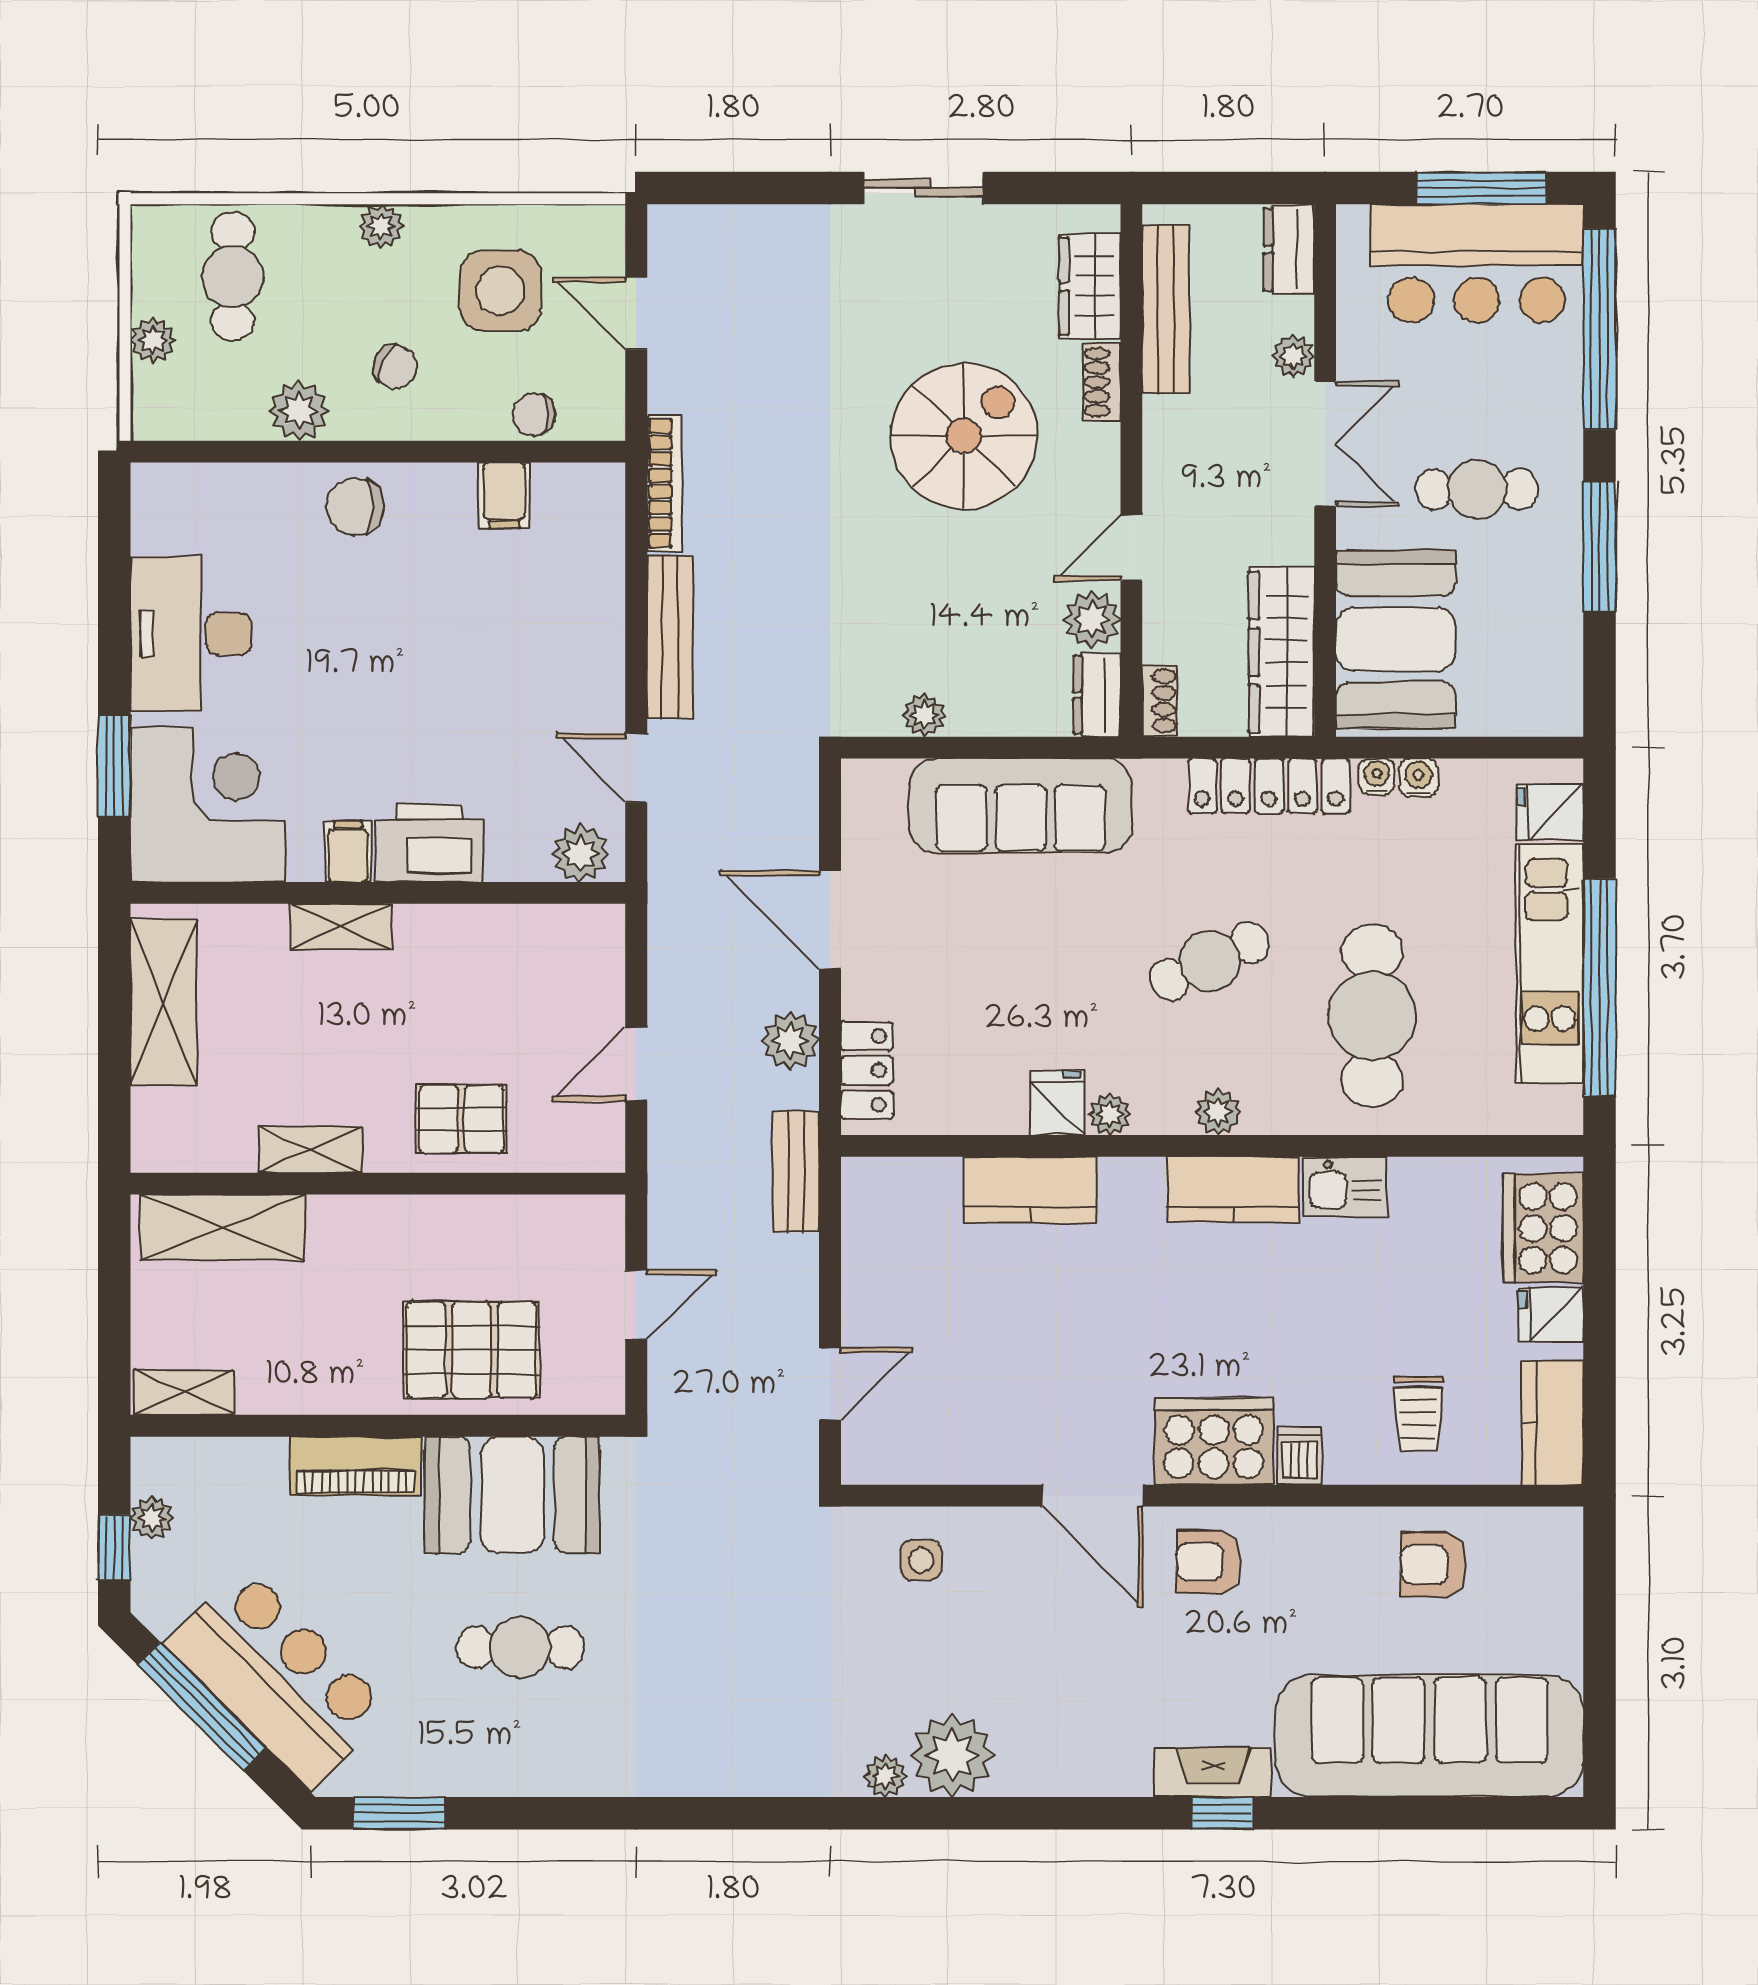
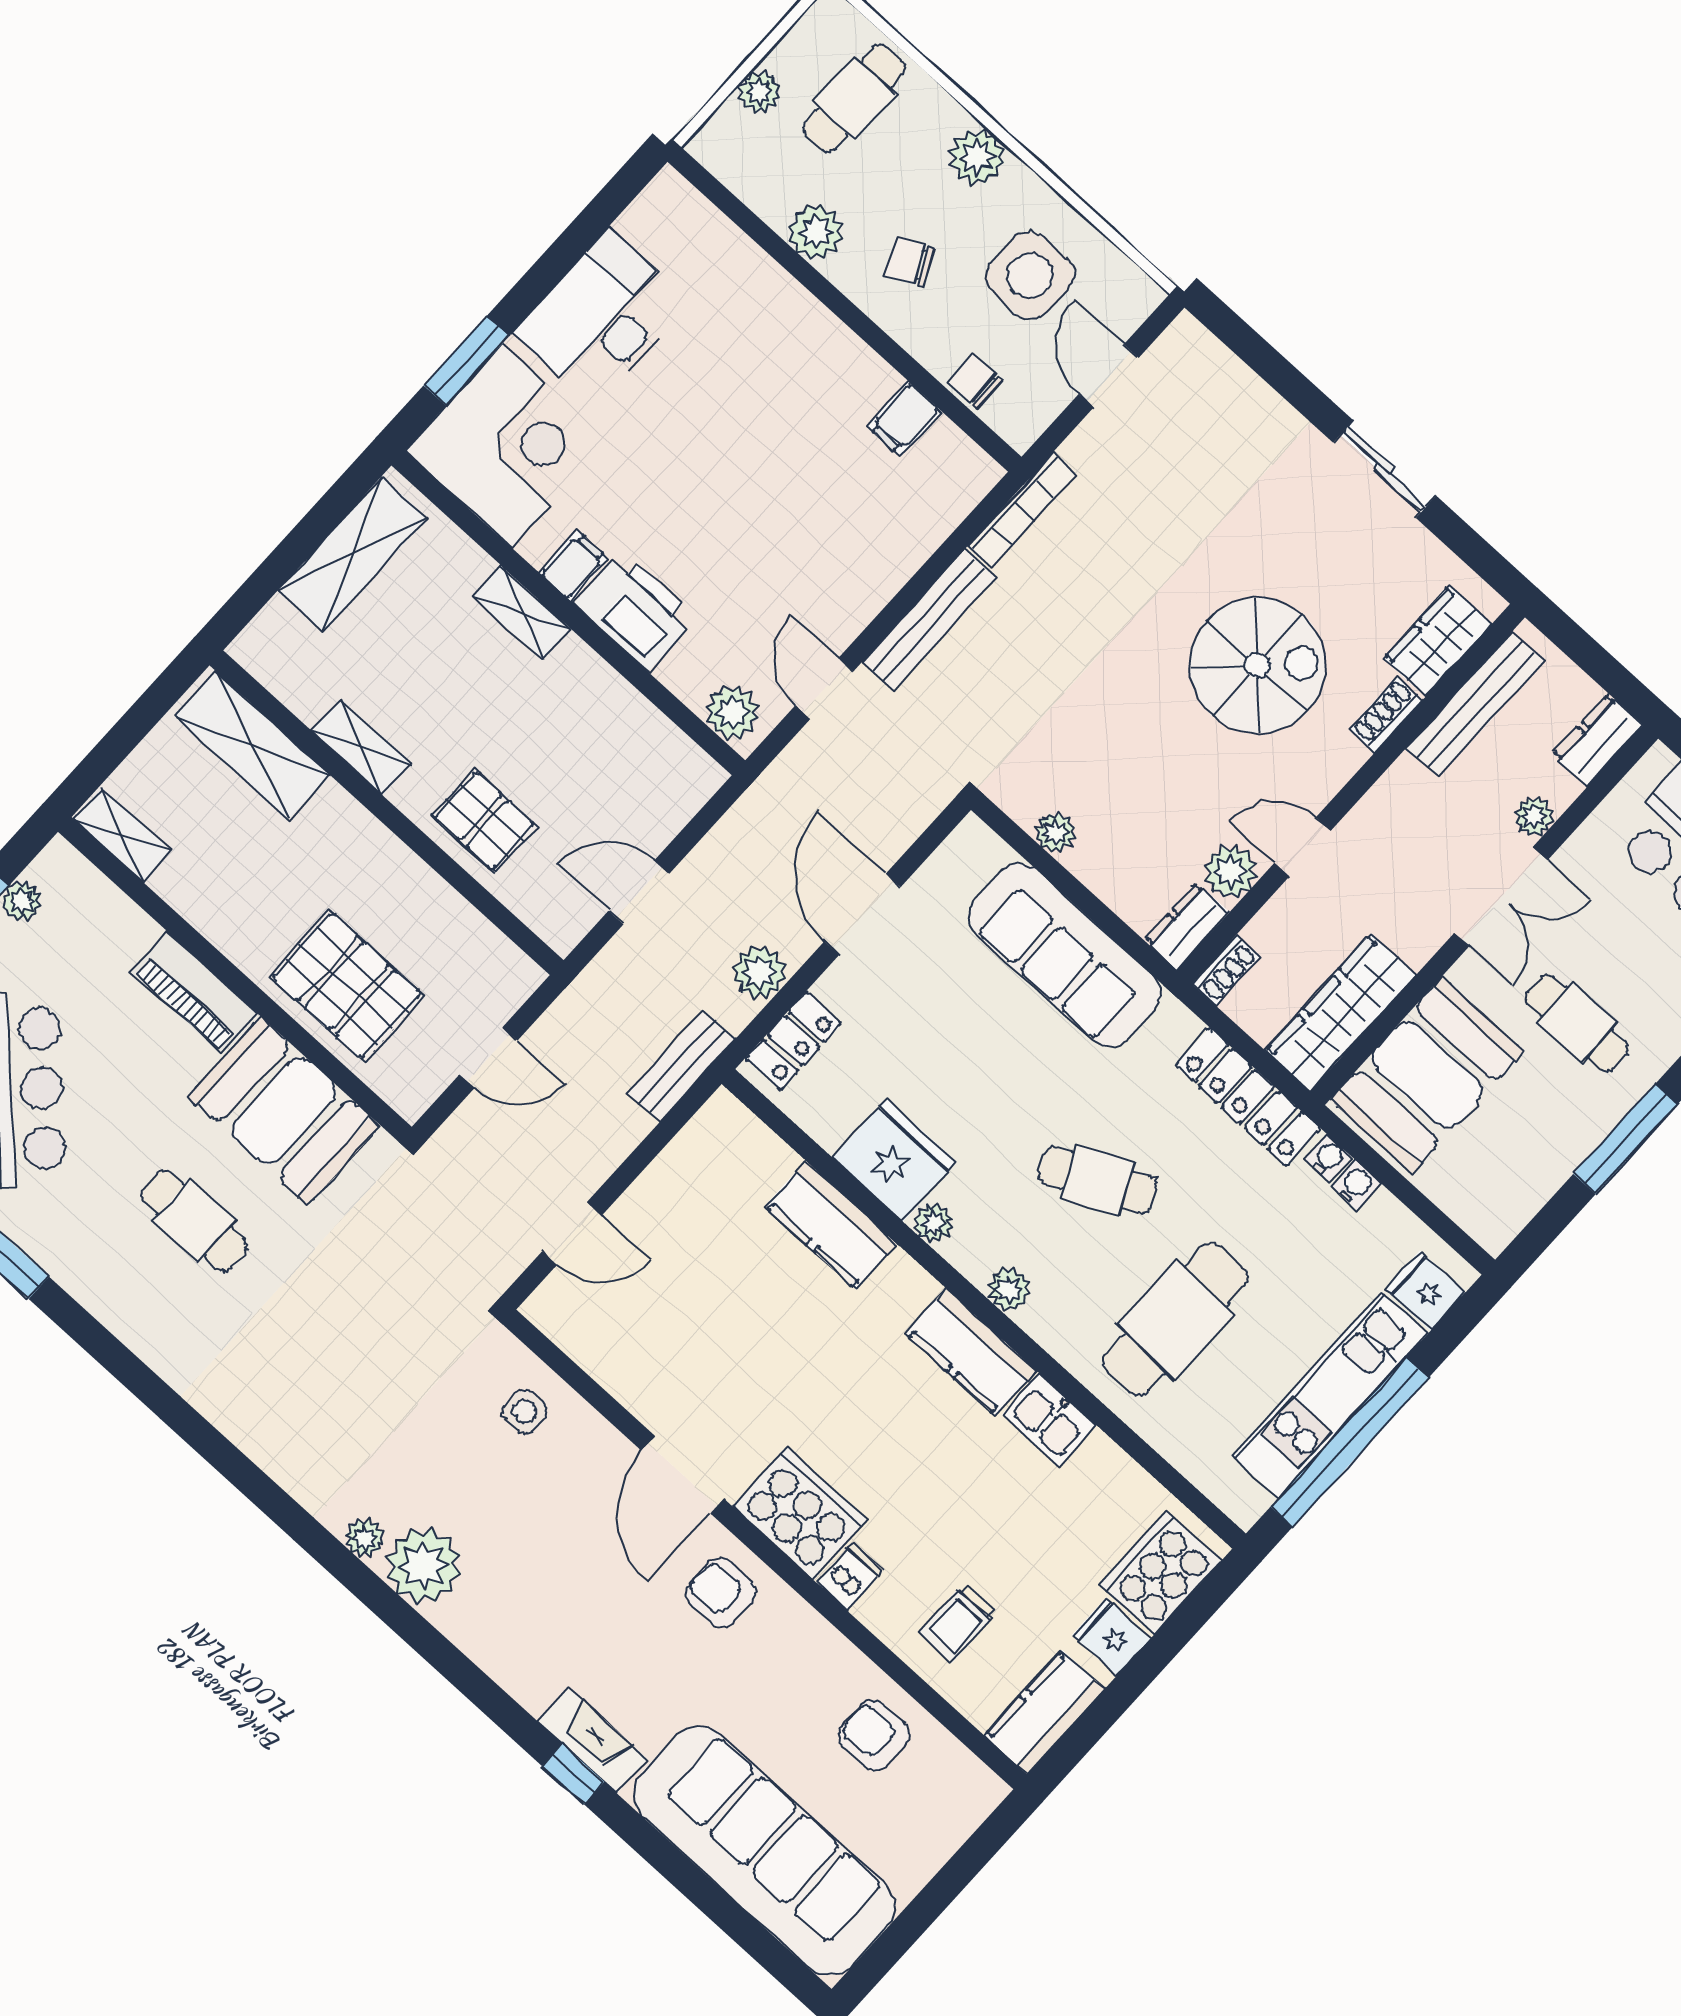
plant: (381, 226) -> (977, 157), width x1.38, depth x1.38
chair: (395, 367) -> (910, 262), turned 128
chair: (355, 507) -> (794, 333), removed
fridge: (1057, 1103) -> (895, 1160), width x1.88, depth x1.34

